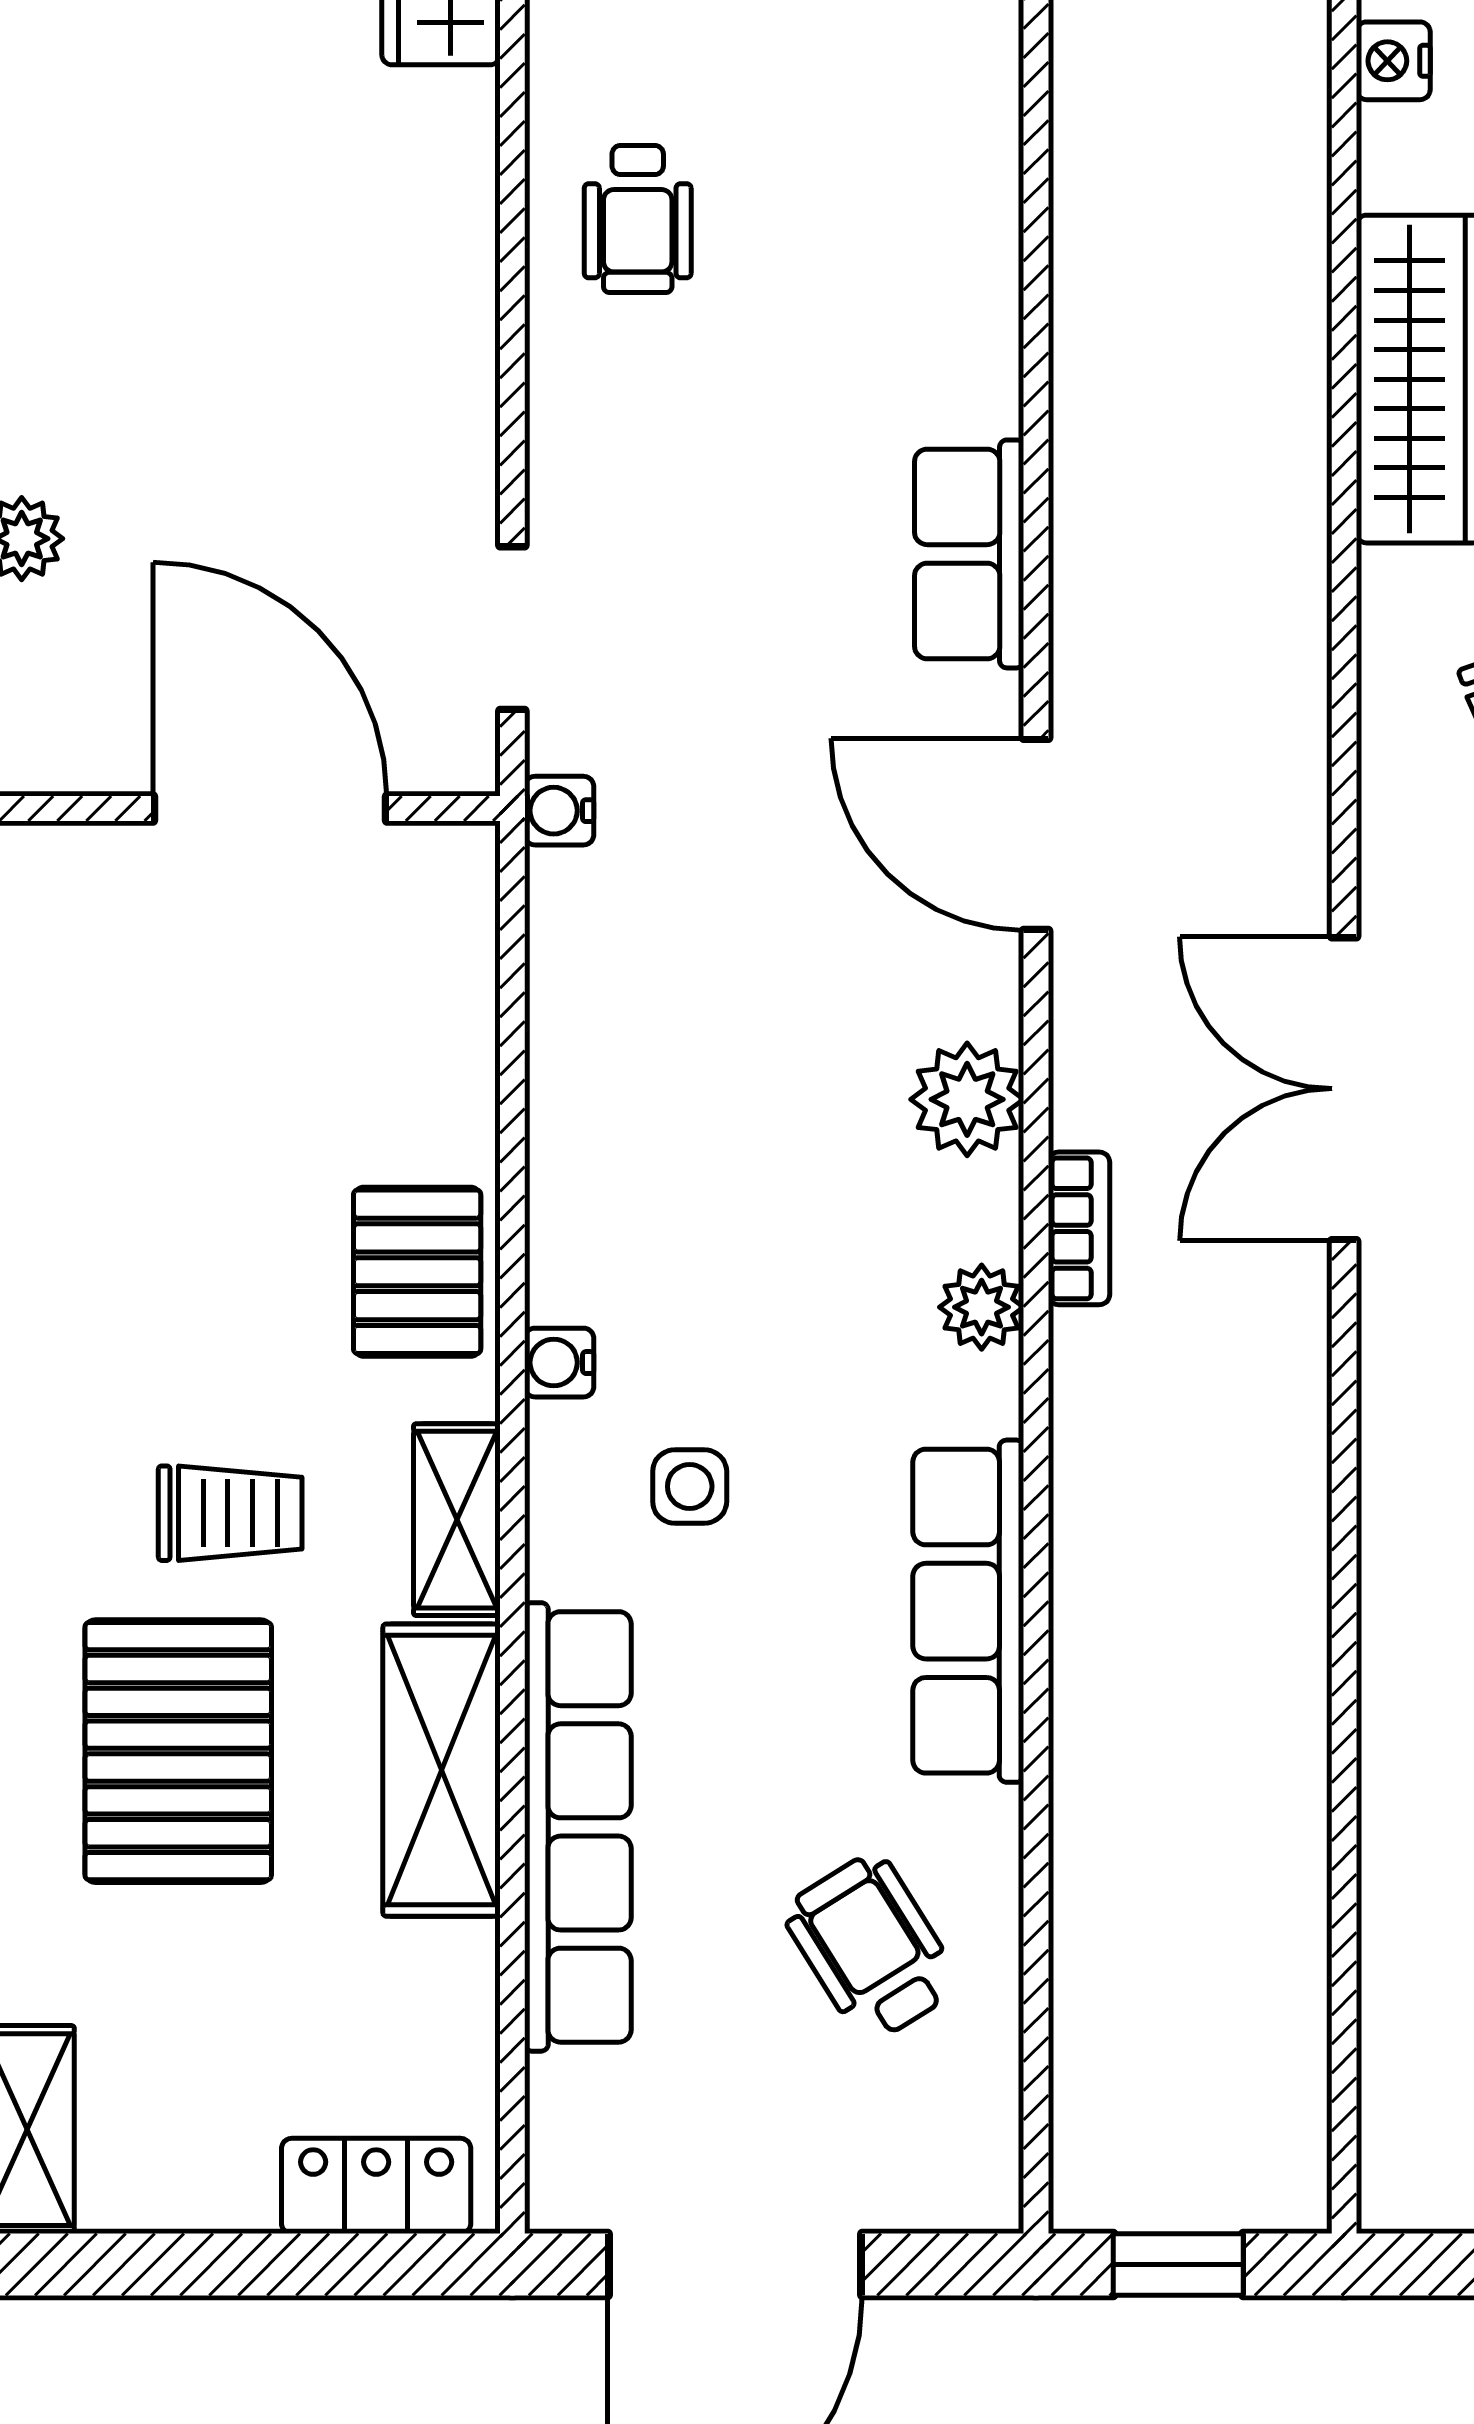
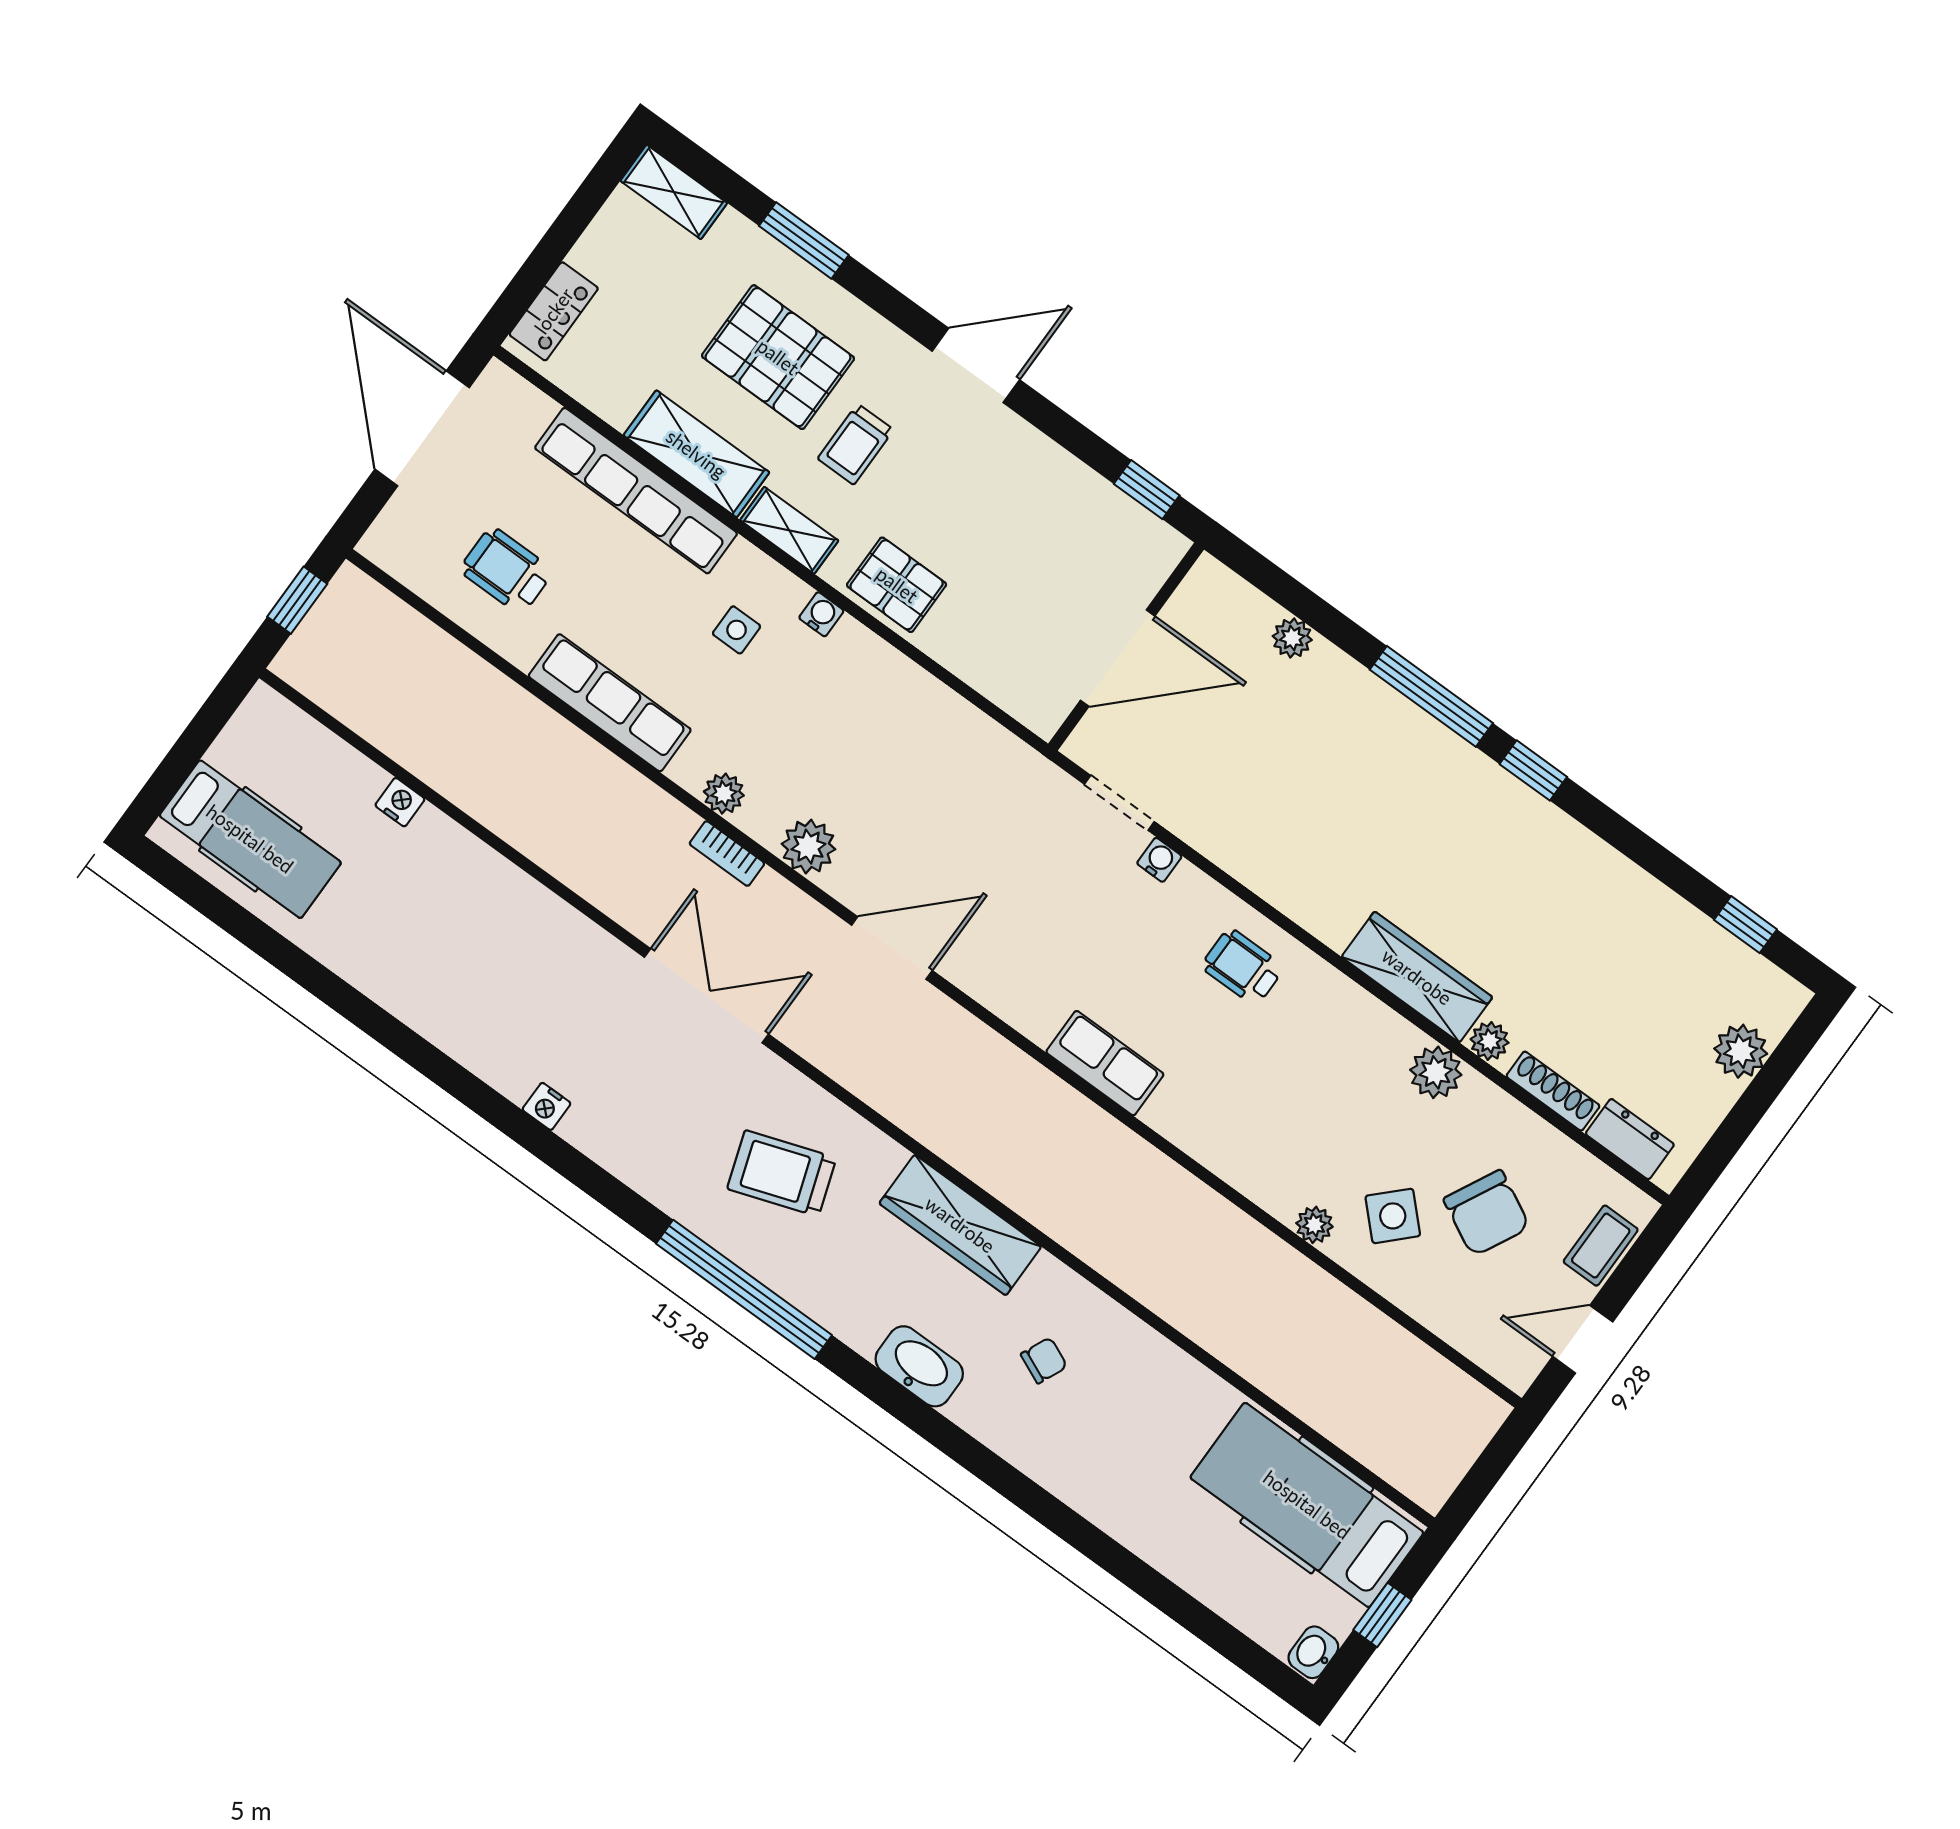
nightstand: (1393, 61) -> (400, 802), moved
row of seats: (969, 554) -> (1105, 1063), moved
water cooler: (559, 811) -> (1159, 860), moved
wheelchair: (871, 1948) -> (506, 570), turned -148

